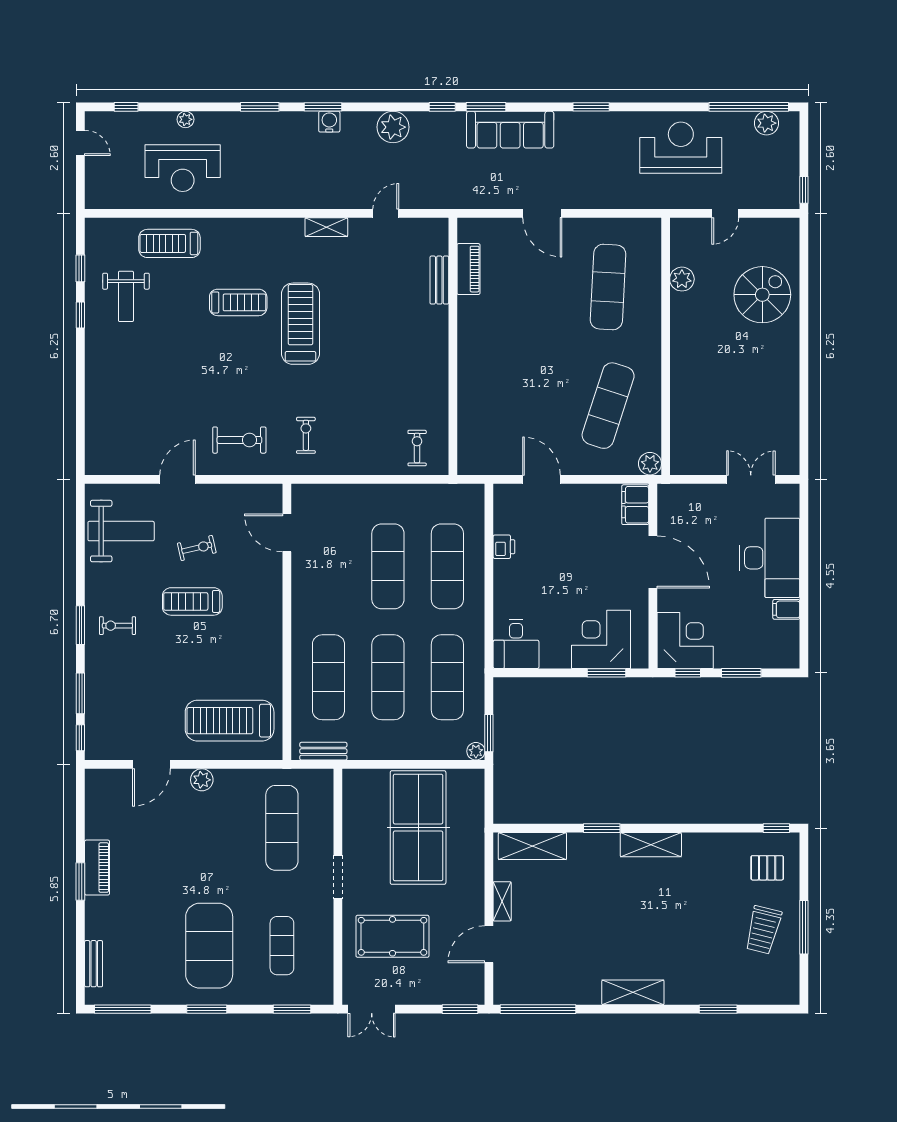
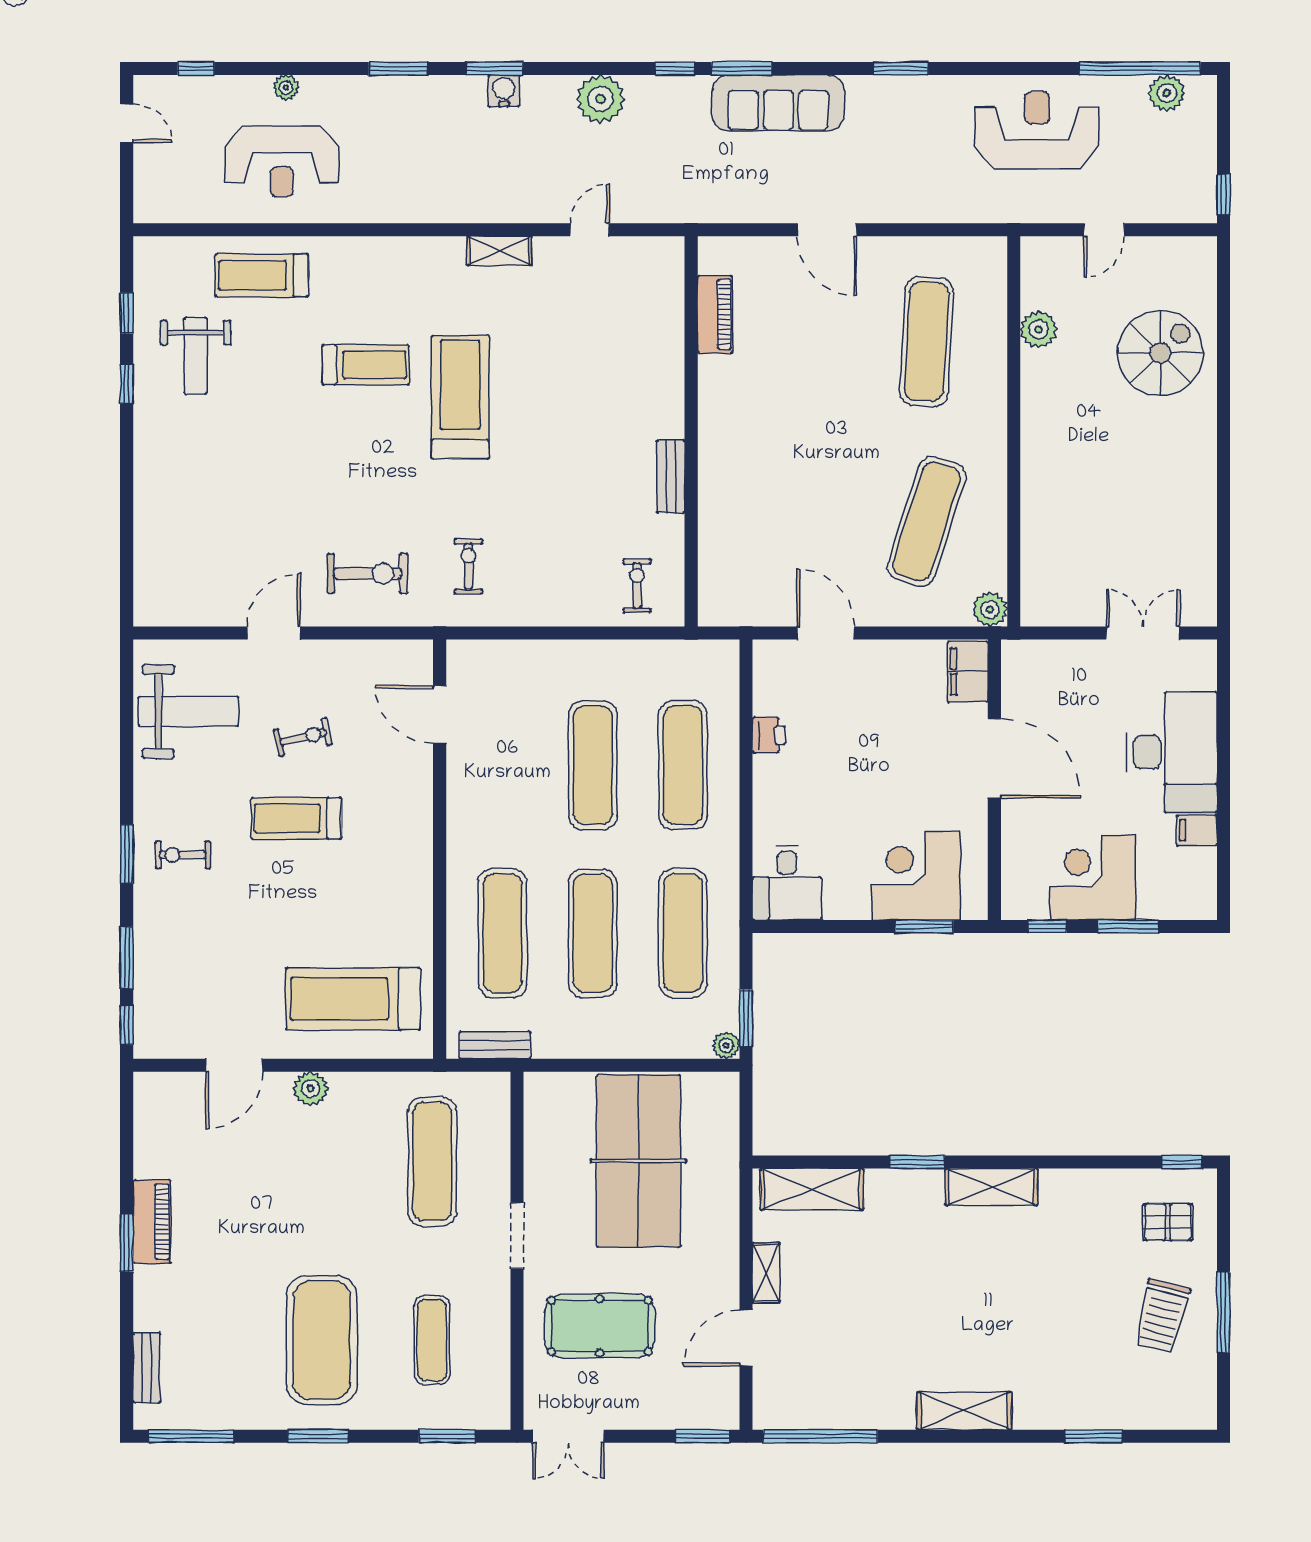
bench: (439, 280) -> (671, 477), moved
corner desk: (685, 641) -> (1093, 878), moved, turned -90

